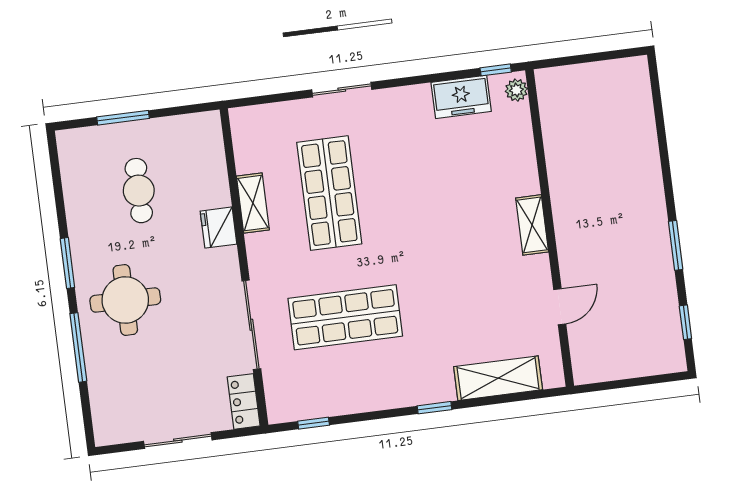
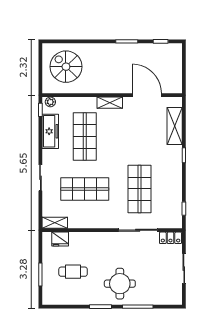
freezer: (461, 97) -> (50, 131), width x1.40
spiral stairs: (601, 115) -> (66, 67), added
shop shelf: (448, 178) -> (85, 136), added
shelving: (253, 203) -> (55, 223), moved
fridge: (219, 228) -> (60, 239), moved
door: (560, 307) -> (147, 95), width x1.88

